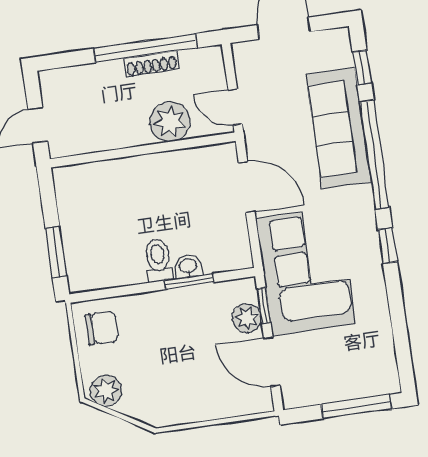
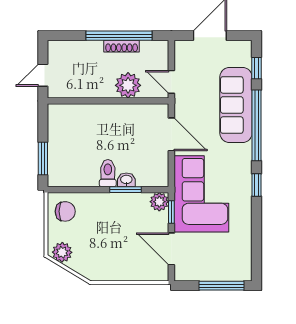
plant: (247, 318) -> (159, 202), moved

